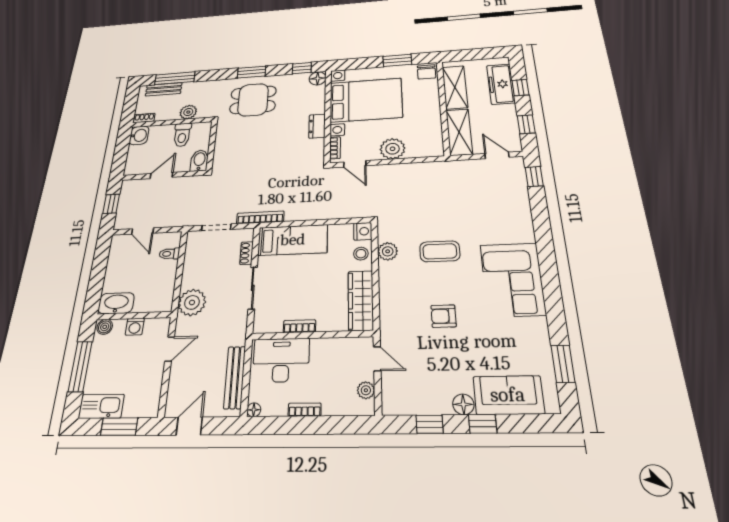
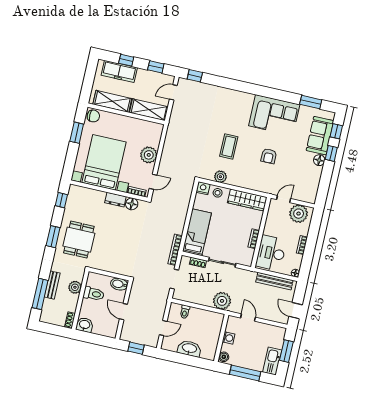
floor lamp: (318, 78) -> (132, 204), moved
bench: (164, 89) -> (52, 285), moved
corner sofa: (513, 279) -> (274, 115), moved
washbasin: (116, 303) -> (189, 348), moved, turned 90
plant: (366, 390) -> (299, 214), width x1.88, depth x1.88
window: (429, 424) -> (336, 131), moved

